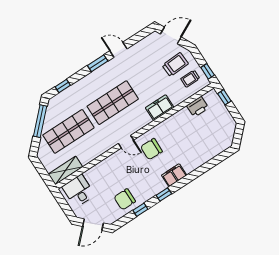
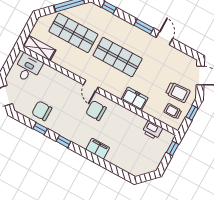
window: (208, 71) -> (192, 113), moved
filing cabinet: (174, 175) -> (98, 149), moved

